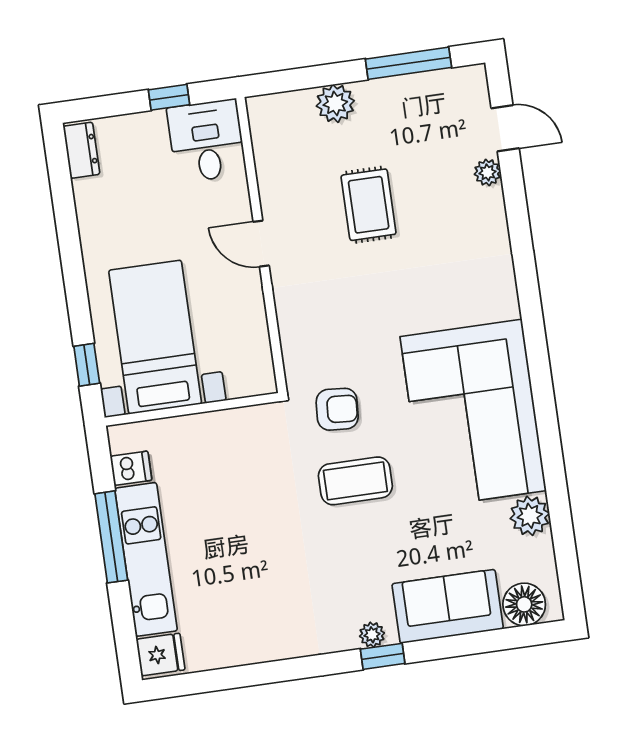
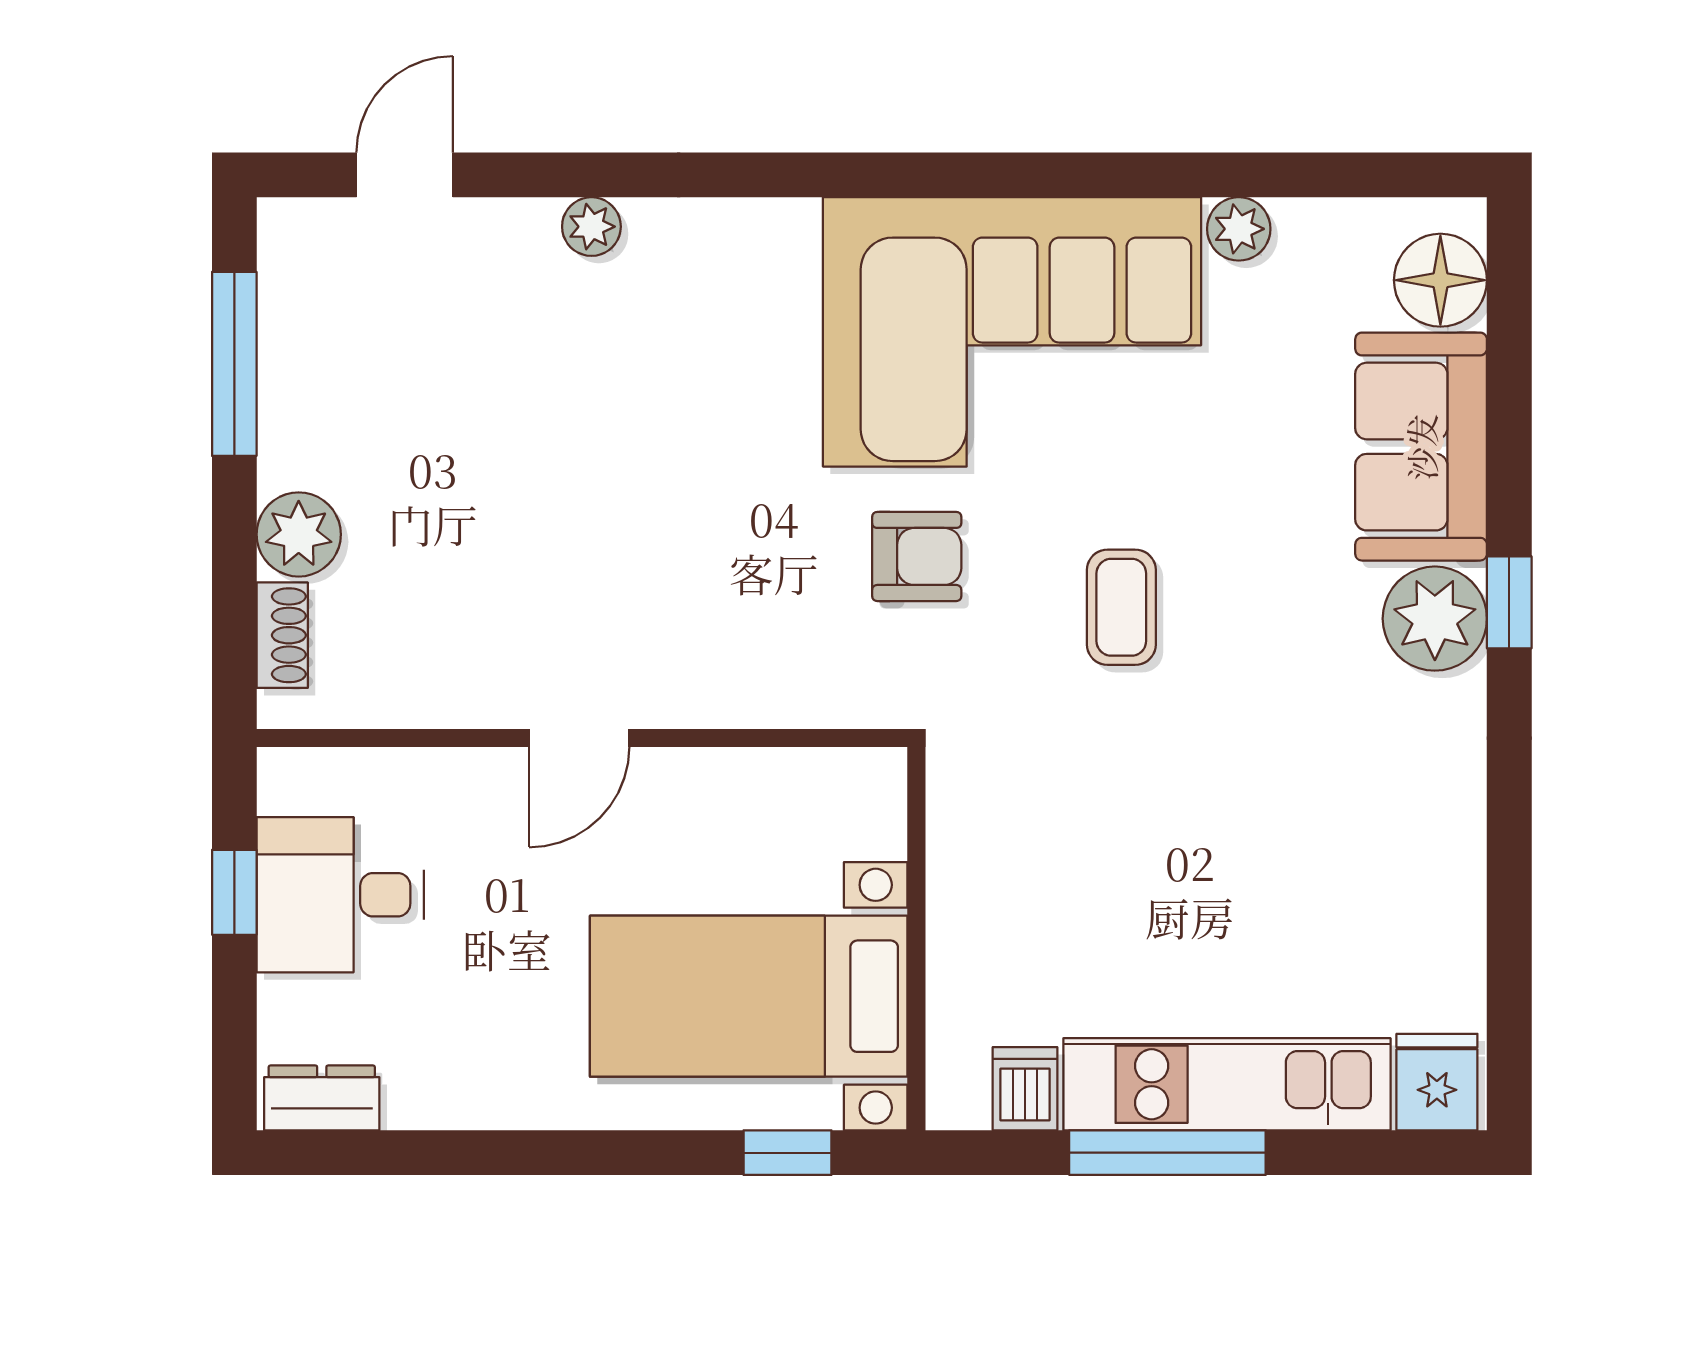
shoe rack: (289, 102) -> (282, 635), added
desk: (207, 141) -> (340, 895), moved
plant: (487, 172) -> (591, 227), moved
rug: (369, 205) -> (528, 494), removed
armchair: (337, 409) -> (917, 556), moved, turned 86
coffee table: (355, 481) -> (1121, 607), width x0.73, depth x0.77
plant: (530, 516) -> (1239, 229), width x0.73, depth x0.73
plant: (372, 635) -> (1435, 619), width x1.88, depth x1.88

